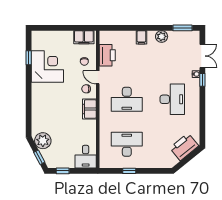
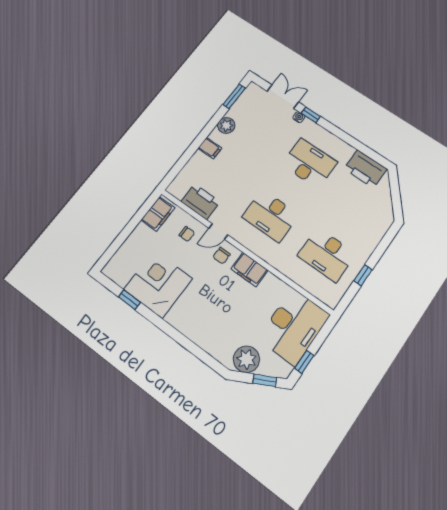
desk: (127, 99) -> (271, 216), turned 90
desk: (127, 144) -> (327, 255), turned -90
printer: (184, 147) -> (365, 169), moved, turned -51
desk: (86, 157) -> (294, 327), width x1.87, depth x1.30

